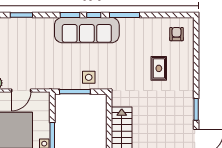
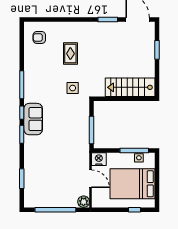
sofa: (87, 30) -> (33, 119), width x0.54, depth x0.79
rug: (159, 68) -> (70, 54), turned 90
side table: (89, 77) -> (73, 88), moved
nightstand: (43, 100) -> (99, 159), added

